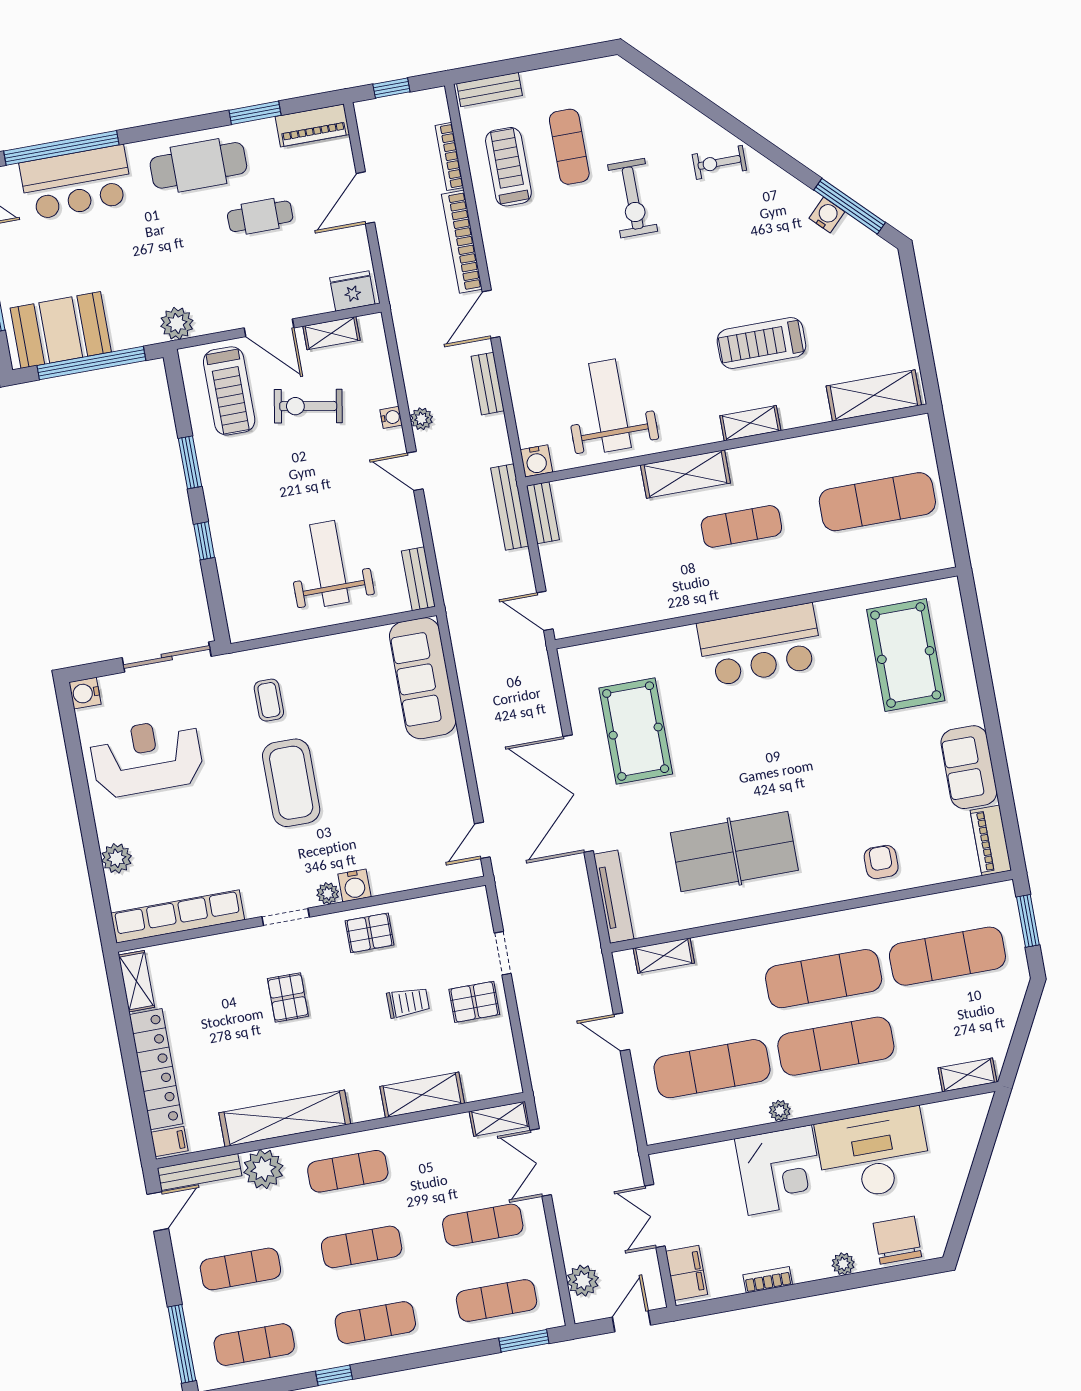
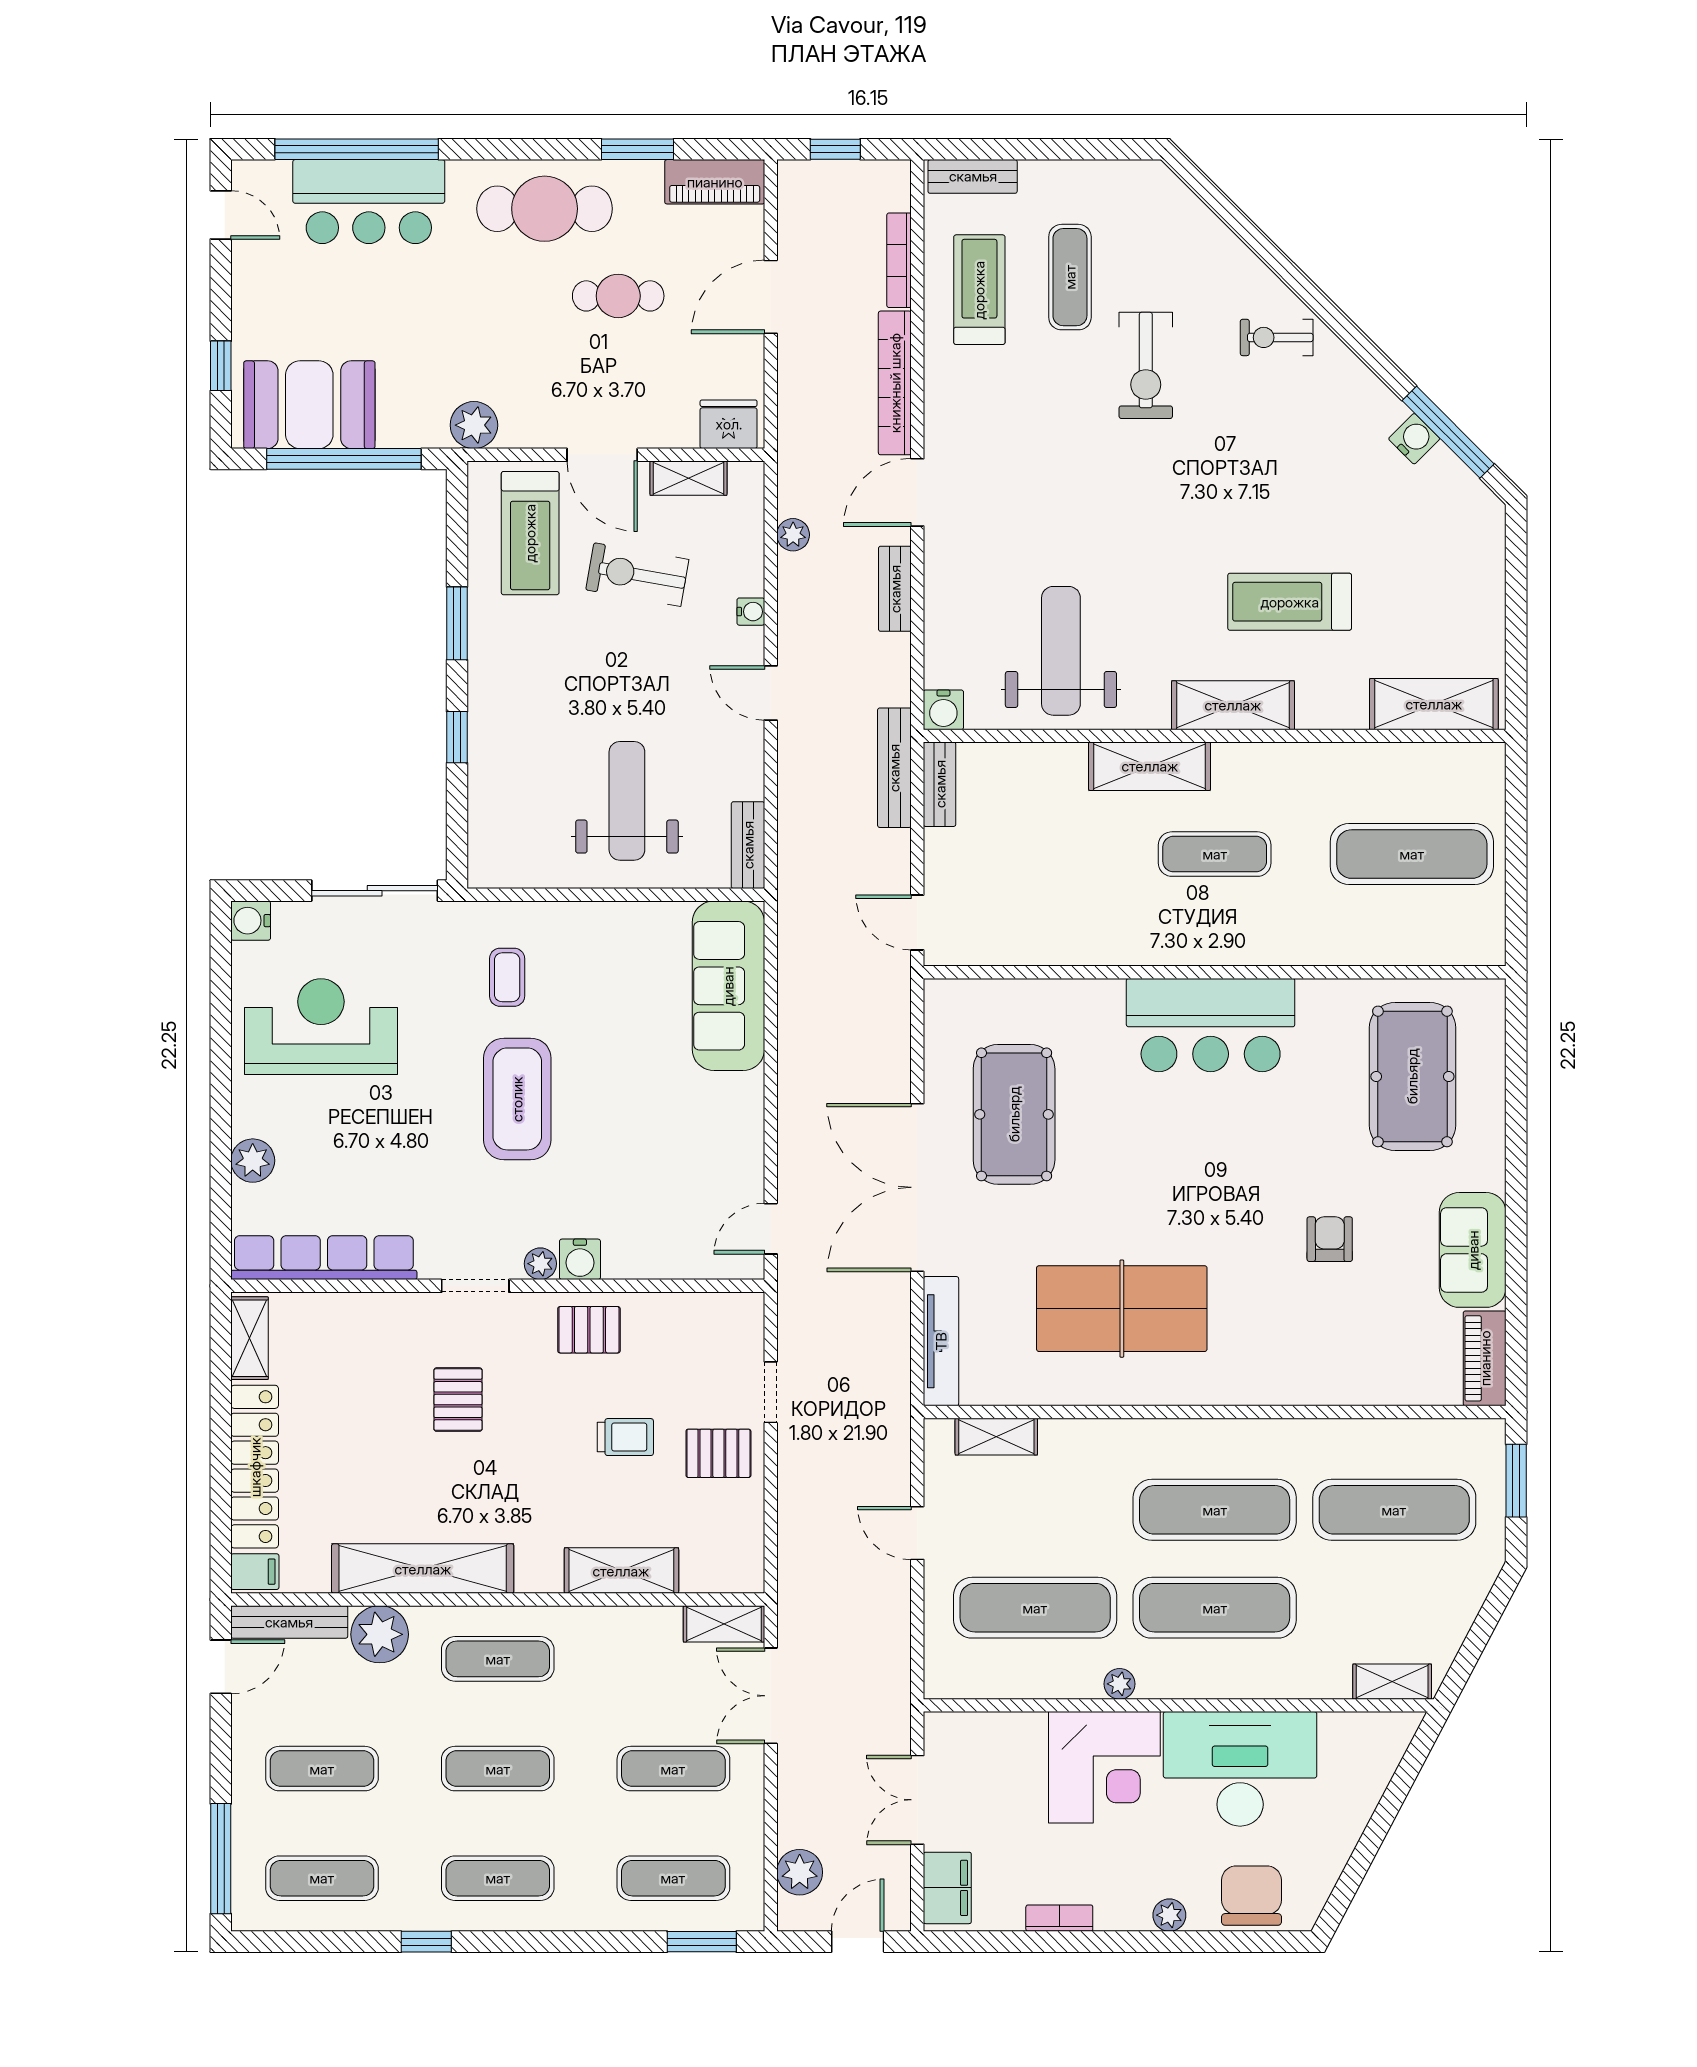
plant: (421, 419) -> (793, 535), moved
shelving: (750, 423) -> (1233, 705), width x1.50, depth x1.33
armchair: (881, 862) -> (1330, 1239), moved

